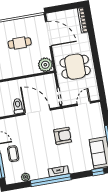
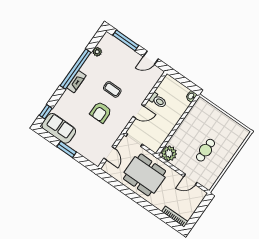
door: (48, 34) -> (190, 179), width x0.53
dining table: (75, 67) -> (145, 175), width x1.38
door: (38, 112) -> (139, 111), width x0.53
coffee table: (13, 154) -> (112, 89), moved

